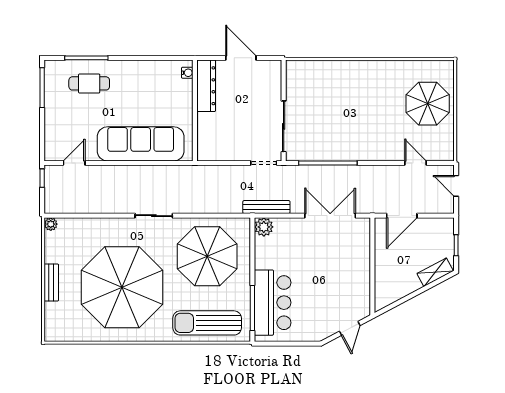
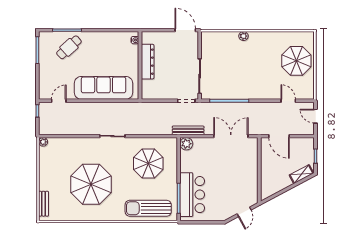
door: (241, 58) -> (185, 30), moved
plant: (349, 67) -> (243, 36), added
cafe table: (89, 83) -> (69, 47), turned -42
dresser: (206, 86) -> (148, 62), moved
door: (402, 216) -> (279, 136), hinge flipped
parasol: (207, 256) -> (148, 163), width x0.73, depth x0.73
bench: (51, 282) -> (43, 204), moved
parasol: (122, 287) -> (91, 184), width x0.73, depth x0.73

